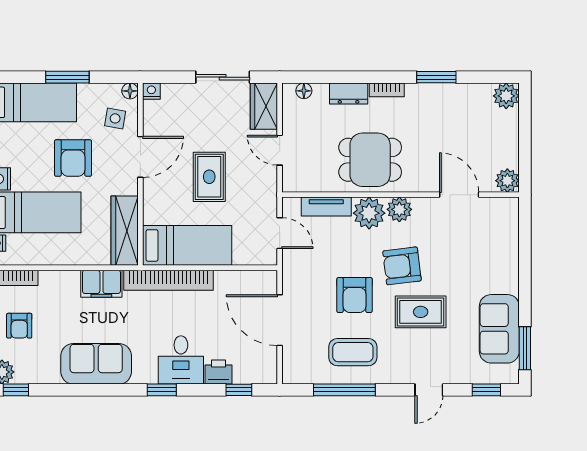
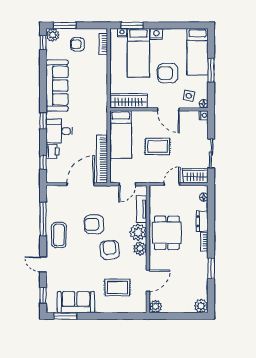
bookcase: (168, 280) -> (102, 159), moved
filing cabinet: (101, 284) -> (100, 88), removed
rug: (421, 312) -> (117, 288), moved, turned 90
coffee table: (353, 352) -> (59, 235), moved
sofa: (96, 364) -> (57, 86), width x1.36

